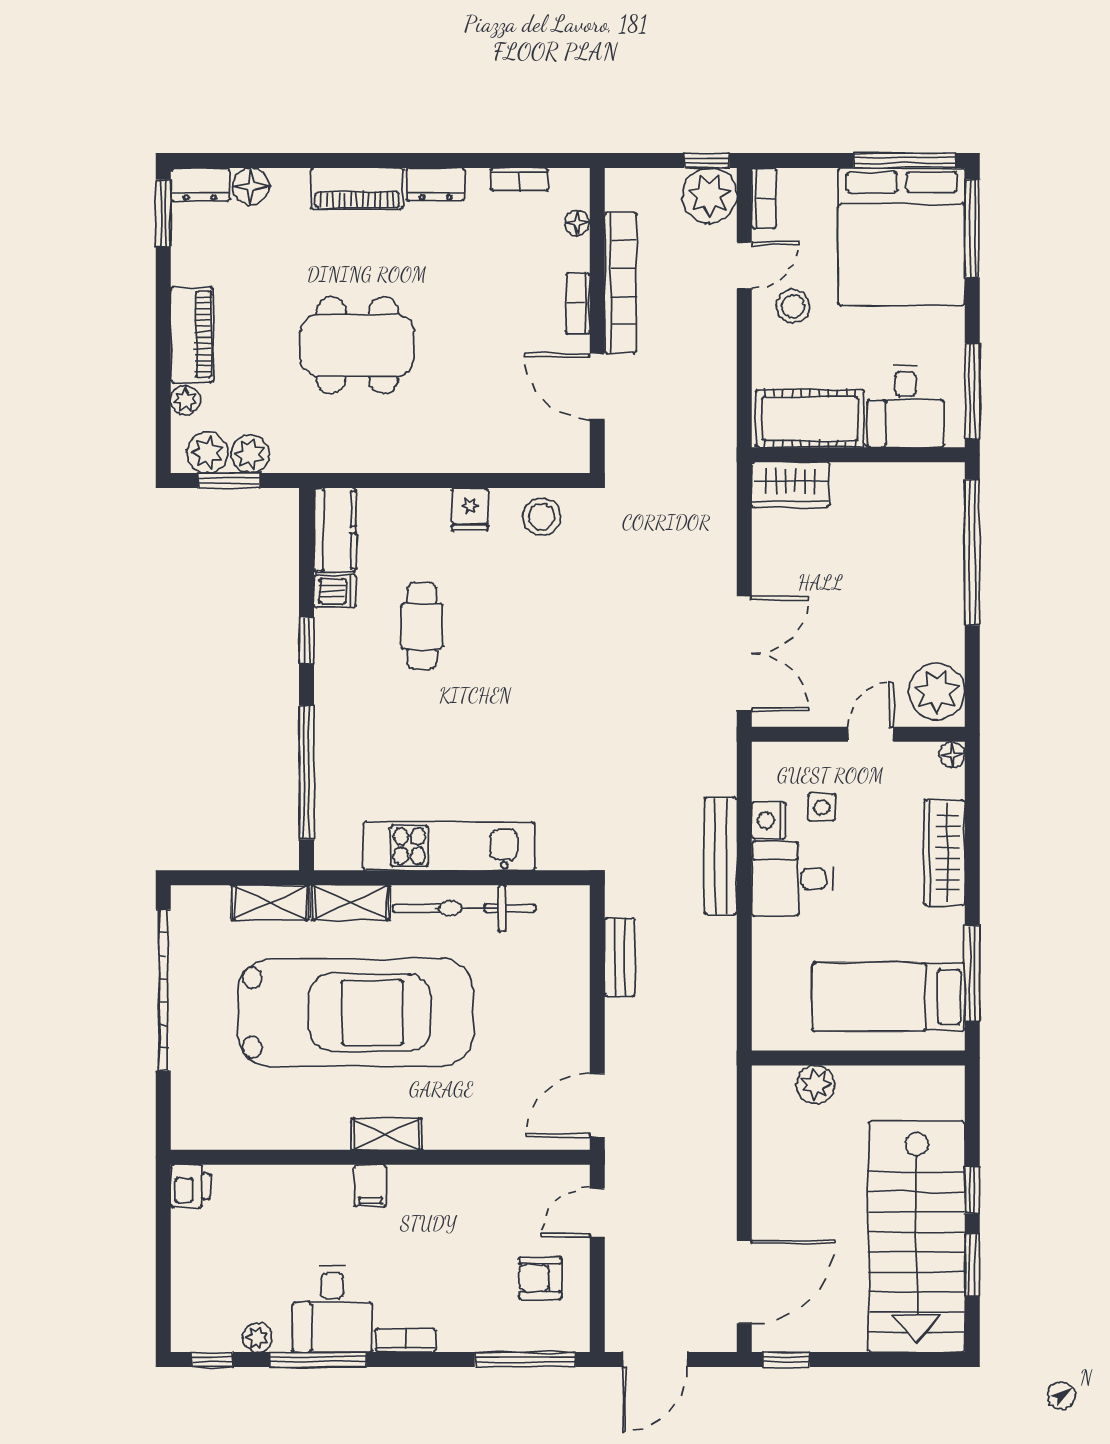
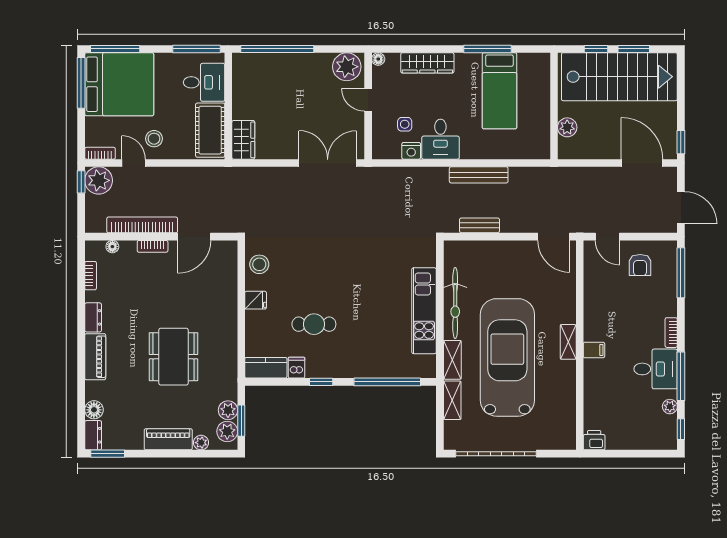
bench: (721, 856) -> (479, 175), moved
wall: (858, 1058) -> (554, 106), moved
plant: (816, 1084) -> (567, 127), moved

